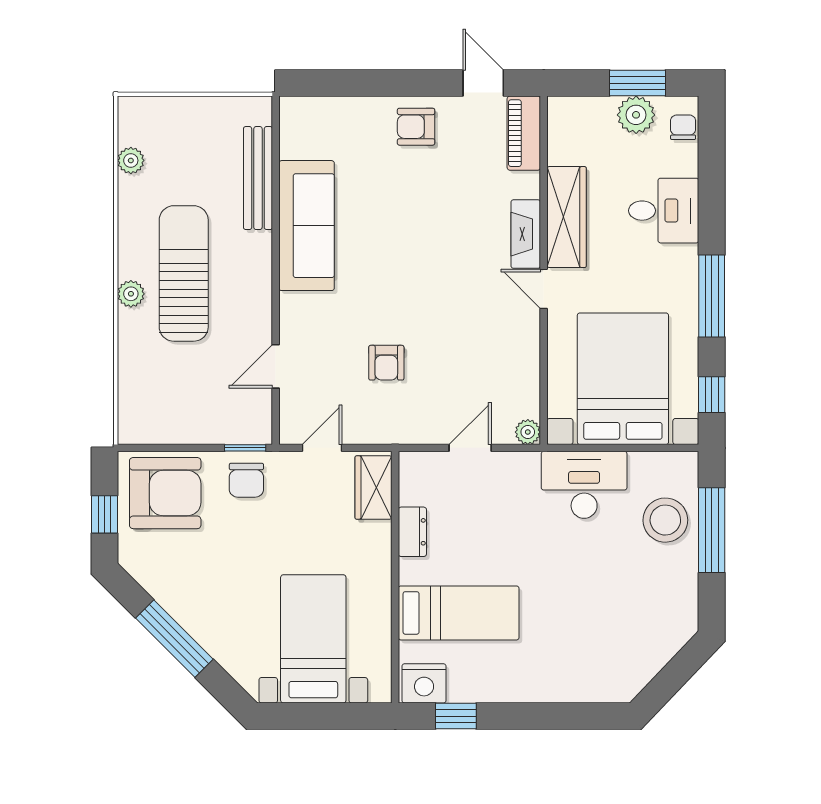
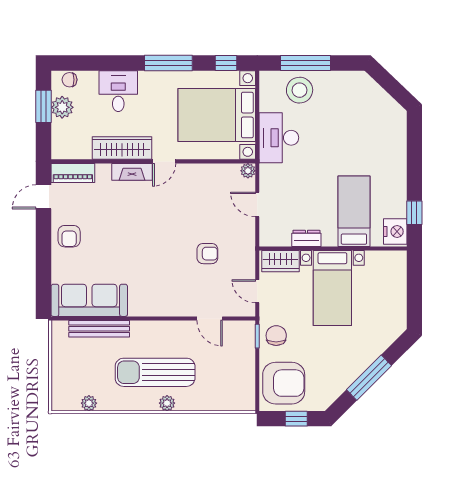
sofa: (307, 226) -> (89, 300), moved
chair: (246, 480) -> (276, 336), turned -90
armchair: (165, 493) -> (284, 383), turned 90
bed with nightstands: (313, 639) -> (332, 288), moved, turned -90

